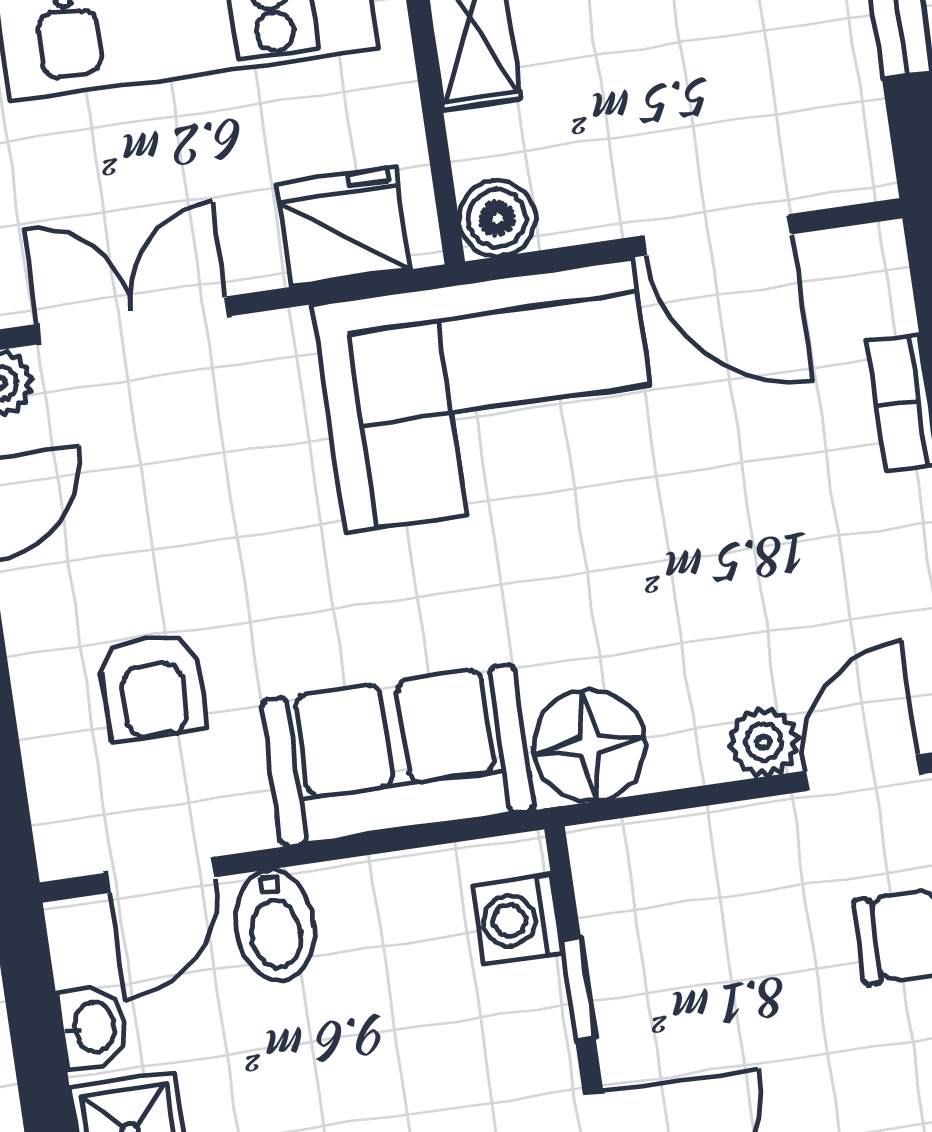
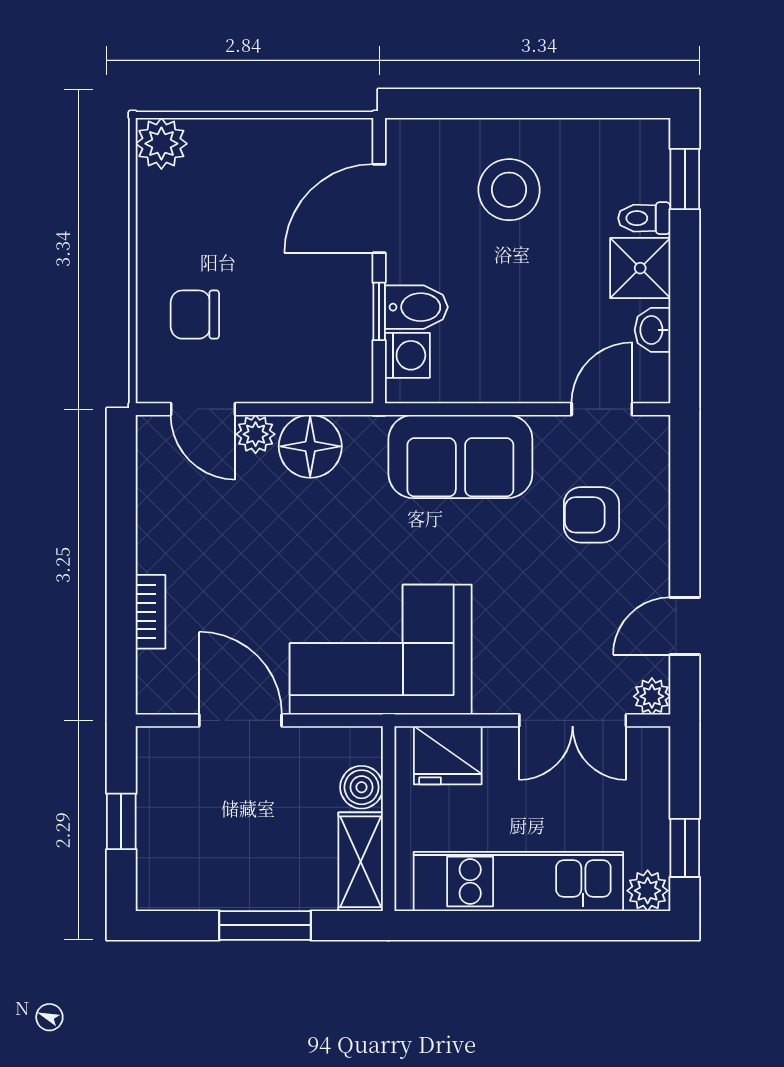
boiler: (497, 218) -> (362, 787), moved
armchair: (153, 686) -> (591, 515), turned -90
floor lamp: (589, 746) -> (310, 446), moved
door: (862, 773) -> (203, 409), hinge flipped
bidet: (275, 925) -> (416, 307), moved, turned 90

